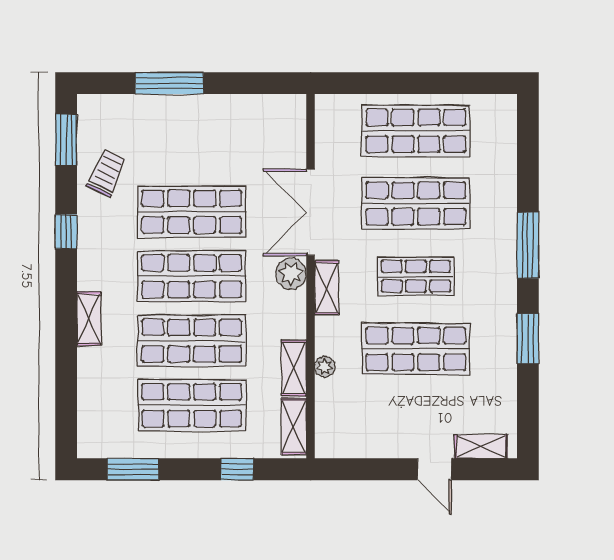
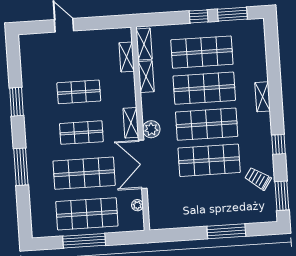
window: (424, 83) -> (84, 241), added
trolley: (107, 173) -> (258, 179), turned 99
double door: (311, 212) -> (143, 164), swing flipped
window: (528, 245) -> (21, 167), moved
shop shelf: (416, 349) -> (79, 92), width x0.70, depth x0.74
plant: (325, 367) -> (137, 205), moved
shelving: (481, 447) -> (127, 57), moved, turned 90
window: (237, 469) -> (199, 16), moved

